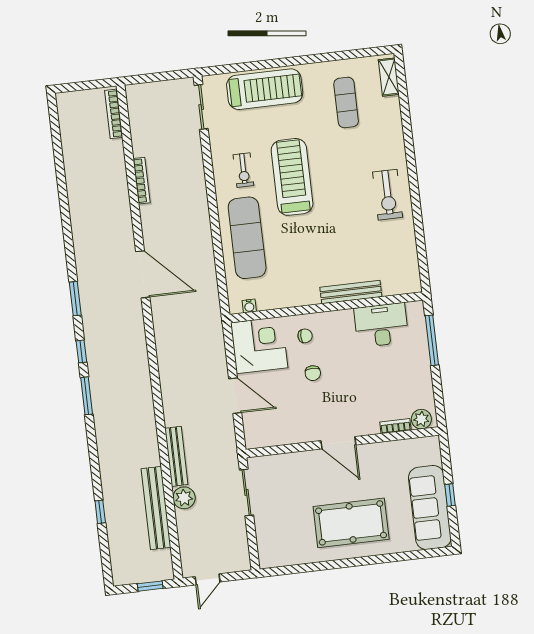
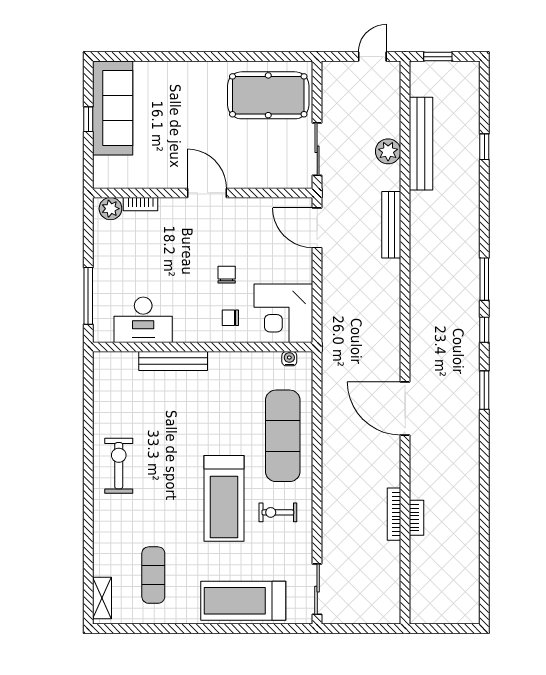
bookcase: (114, 114) -> (417, 518), moved, width x0.64
exercise bike: (243, 170) -> (278, 512), turned -90
door: (235, 396) -> (317, 228), moved
bench: (176, 456) -> (391, 225), moved
pool table: (351, 523) -> (268, 95), moved

